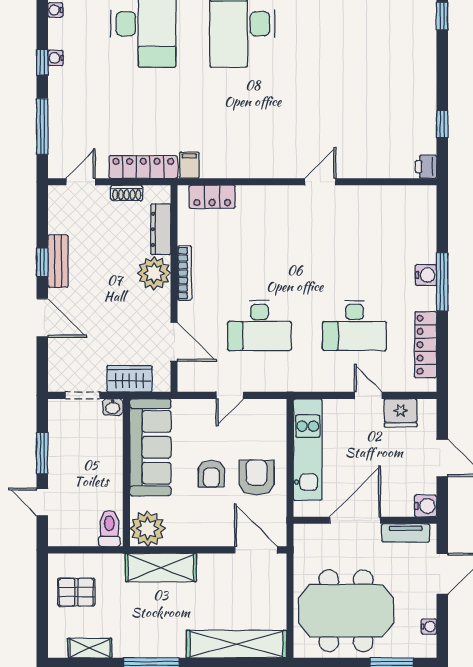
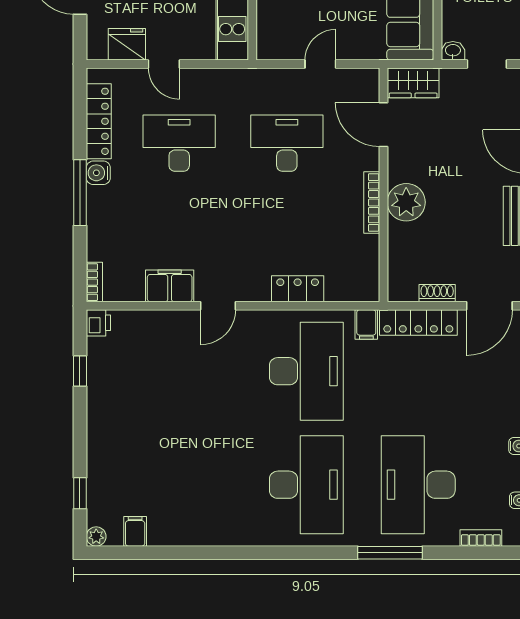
desk: (242, 124) -> (306, 371), added
door: (80, 182) -> (489, 306), width x1.38
locker: (212, 197) -> (298, 289), moved
filing cabinet: (363, 199) -> (170, 286), added
bookcase: (430, 203) -> (94, 282), added
dresser: (161, 229) -> (399, 252), removed
water cooler: (426, 275) -> (98, 173), moved
wardrobe: (129, 379) -> (413, 83), moved

